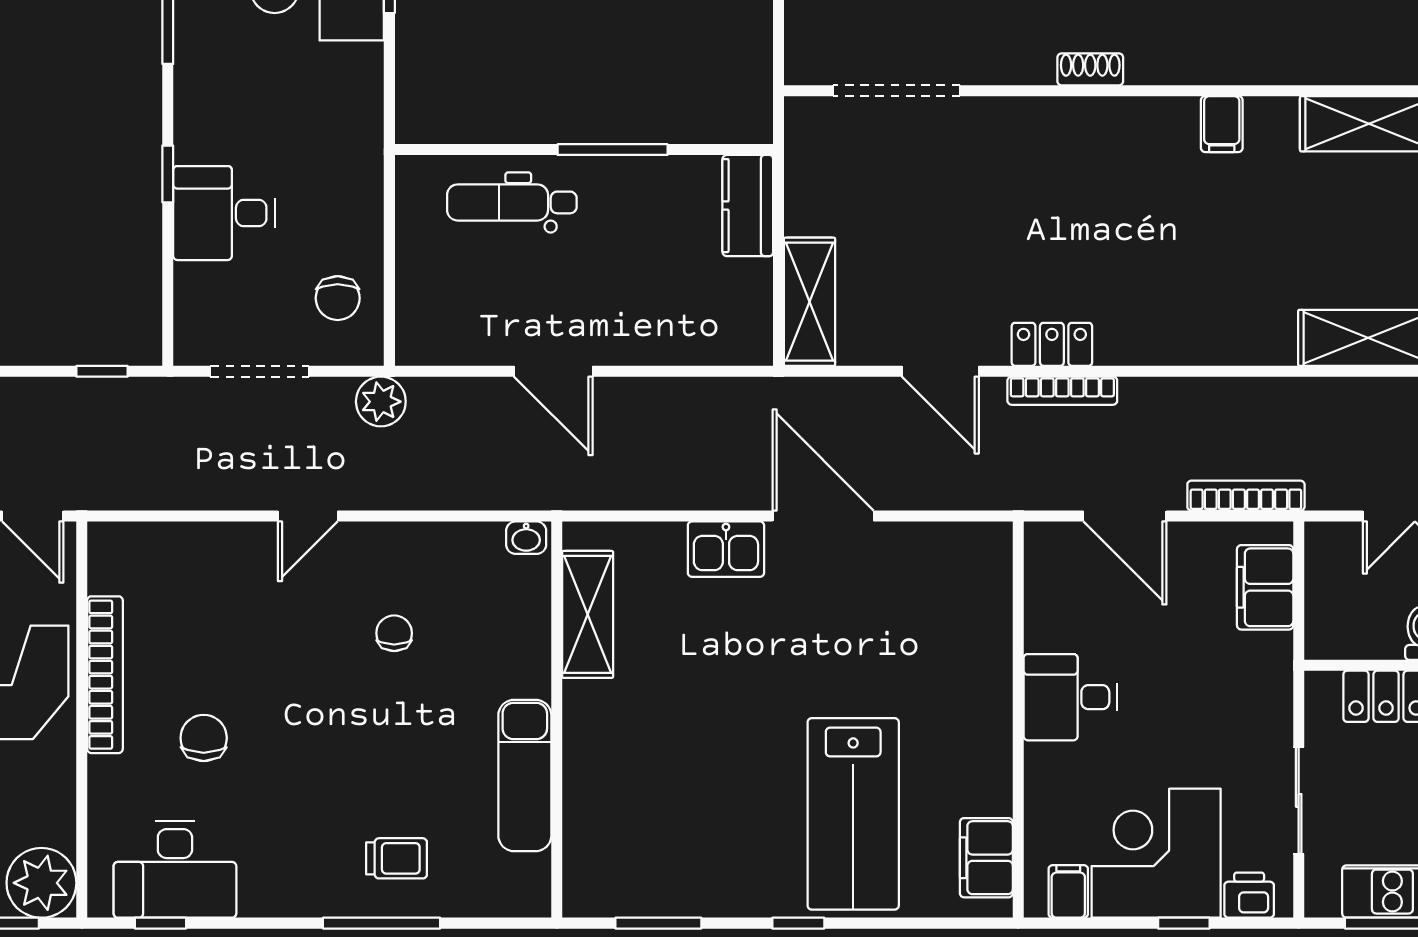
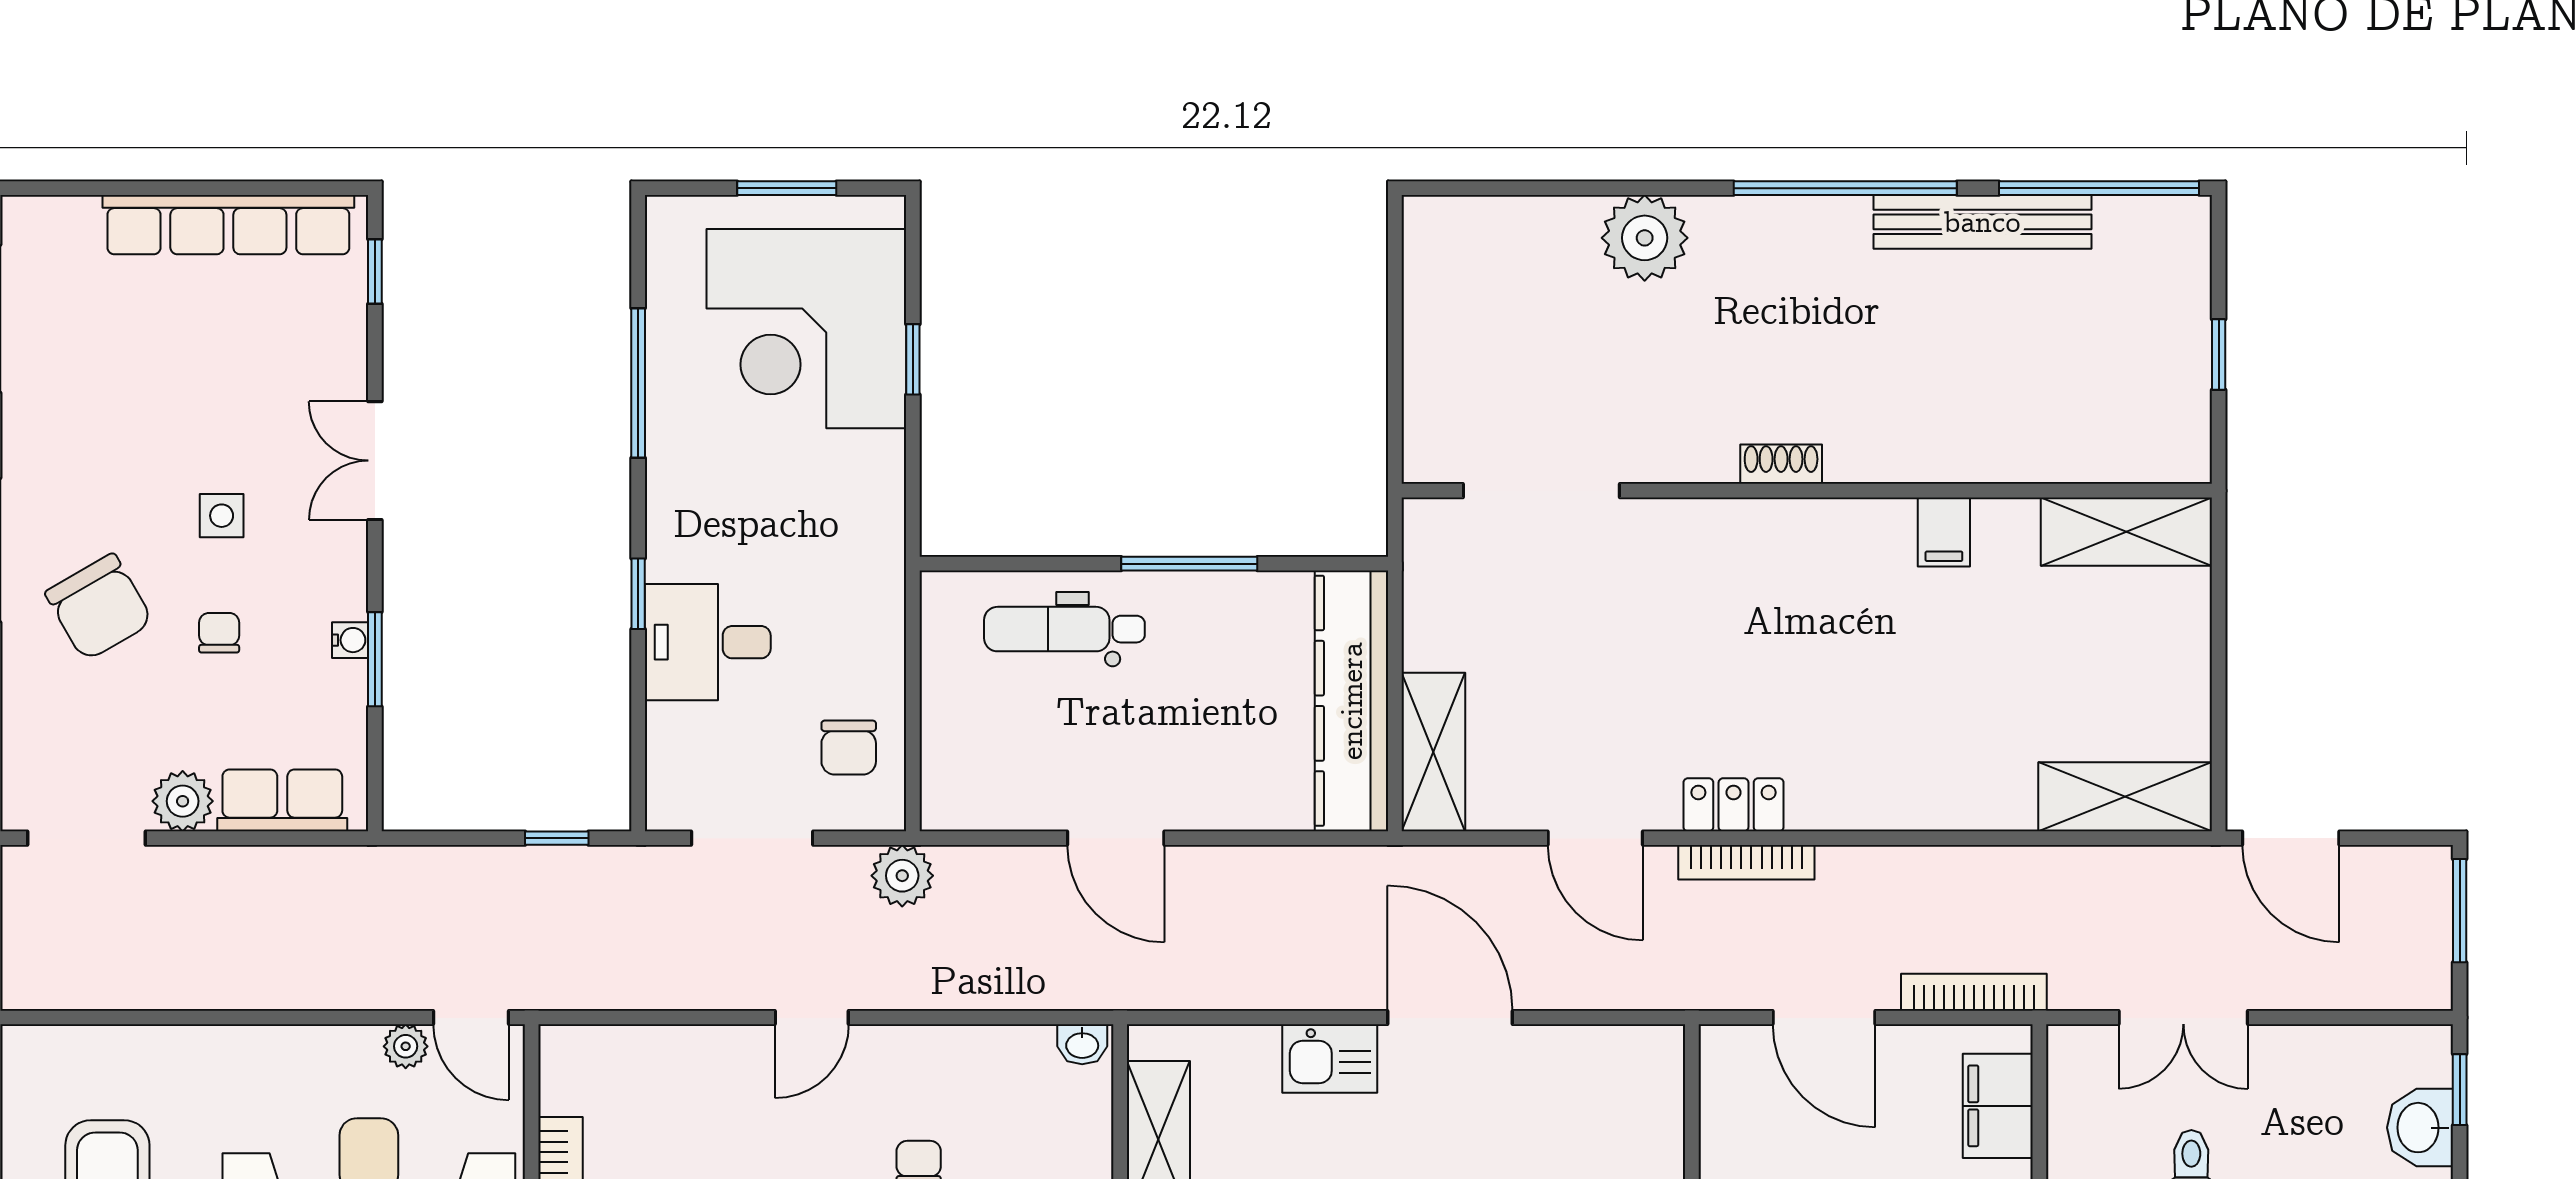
kitchen counter: (748, 206) -> (1352, 701), width x2.08, depth x1.17

